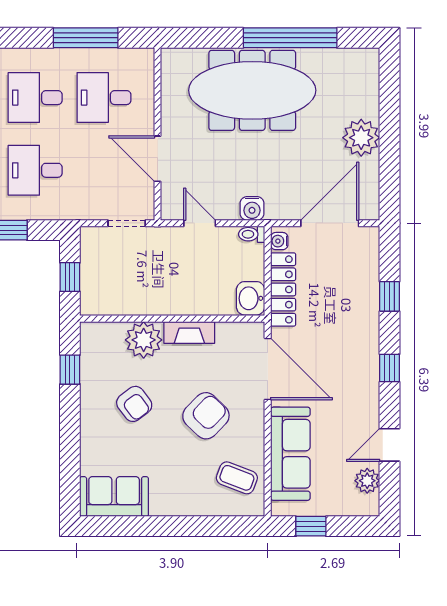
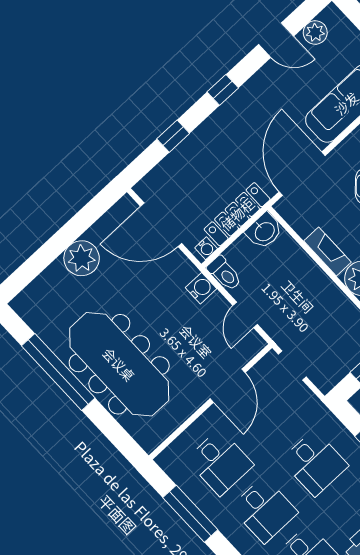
toilet: (252, 234) -> (224, 273), width x1.37, depth x1.39

